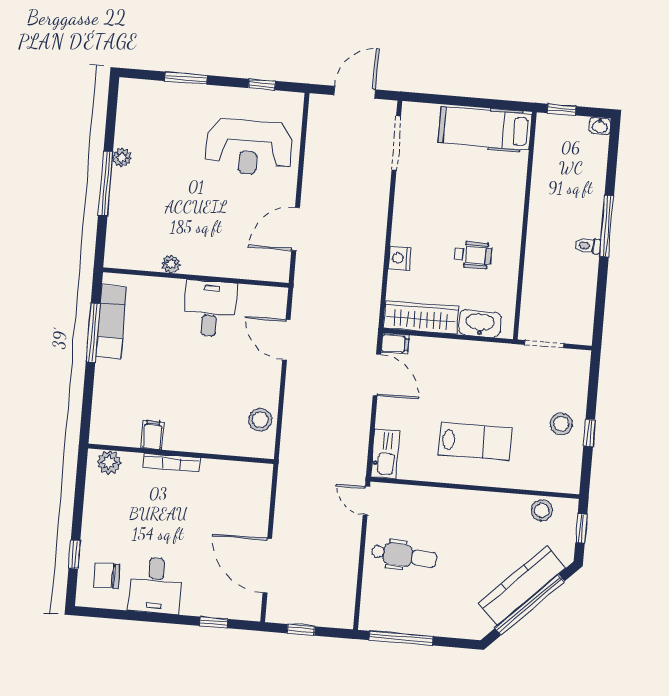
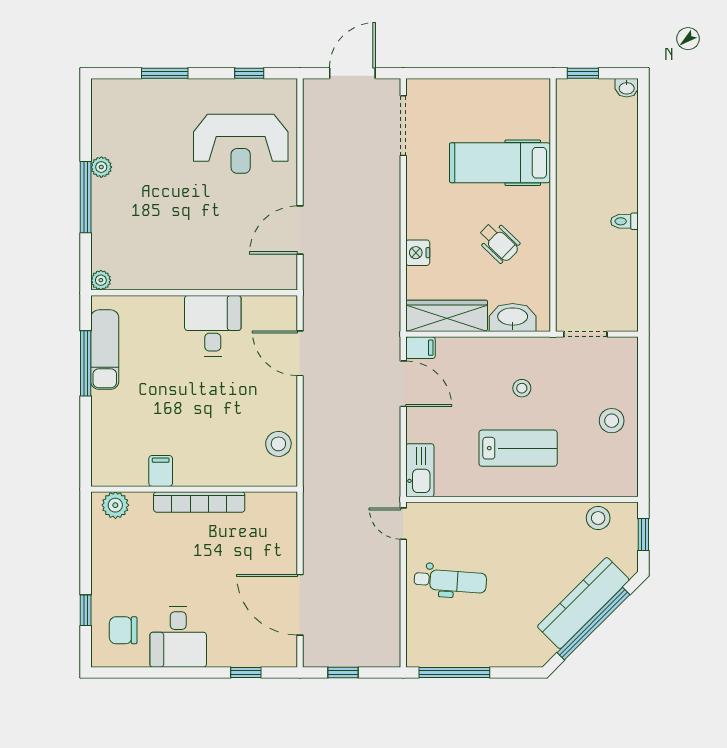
hospital bed: (485, 129) -> (500, 163), moved
window: (607, 226) -> (643, 198), removed
wheelchair: (473, 255) -> (499, 242), turned 44
plant: (171, 264) -> (101, 280), moved
stool: (483, 388) -> (522, 388), added
window: (589, 433) -> (643, 428), removed
bookcase: (172, 462) -> (199, 502), width x1.48, depth x1.31

